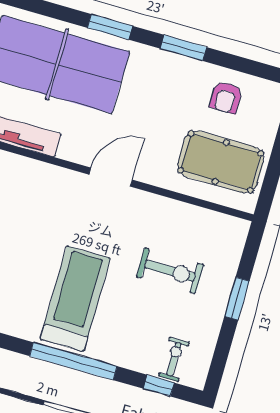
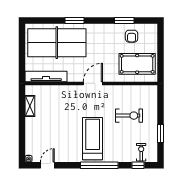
window: (183, 48) -> (124, 21), moved
window: (237, 299) -> (160, 133), moved

